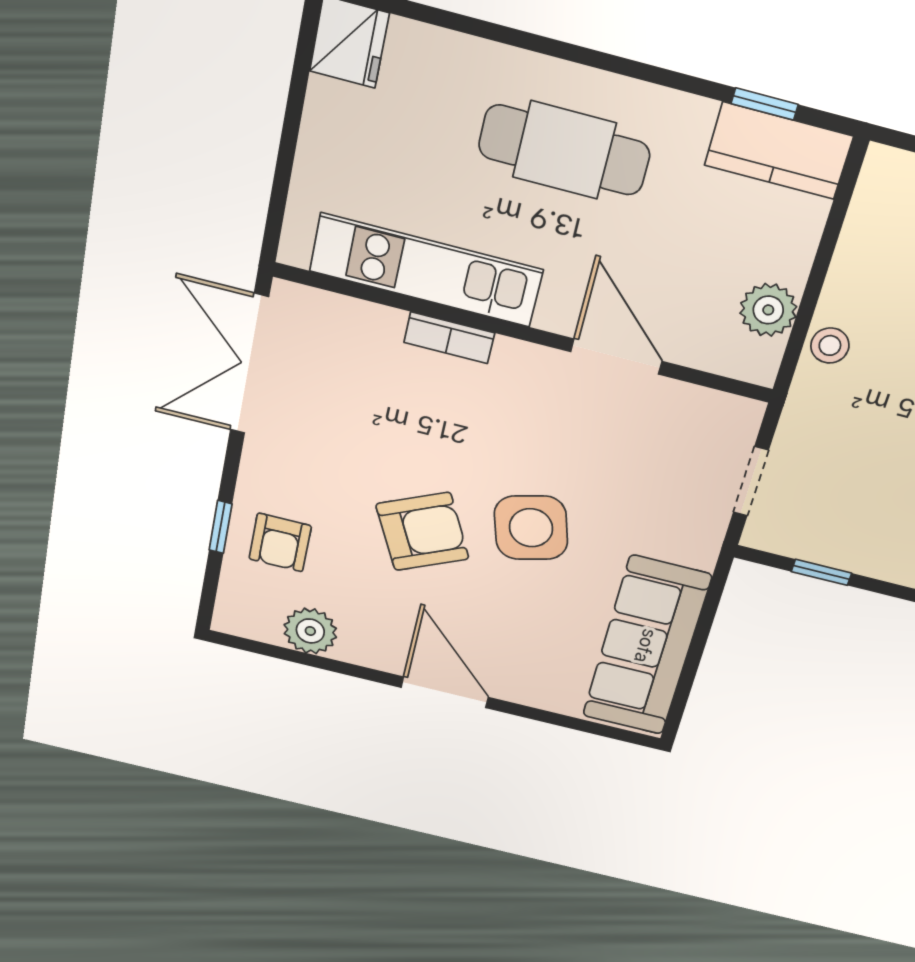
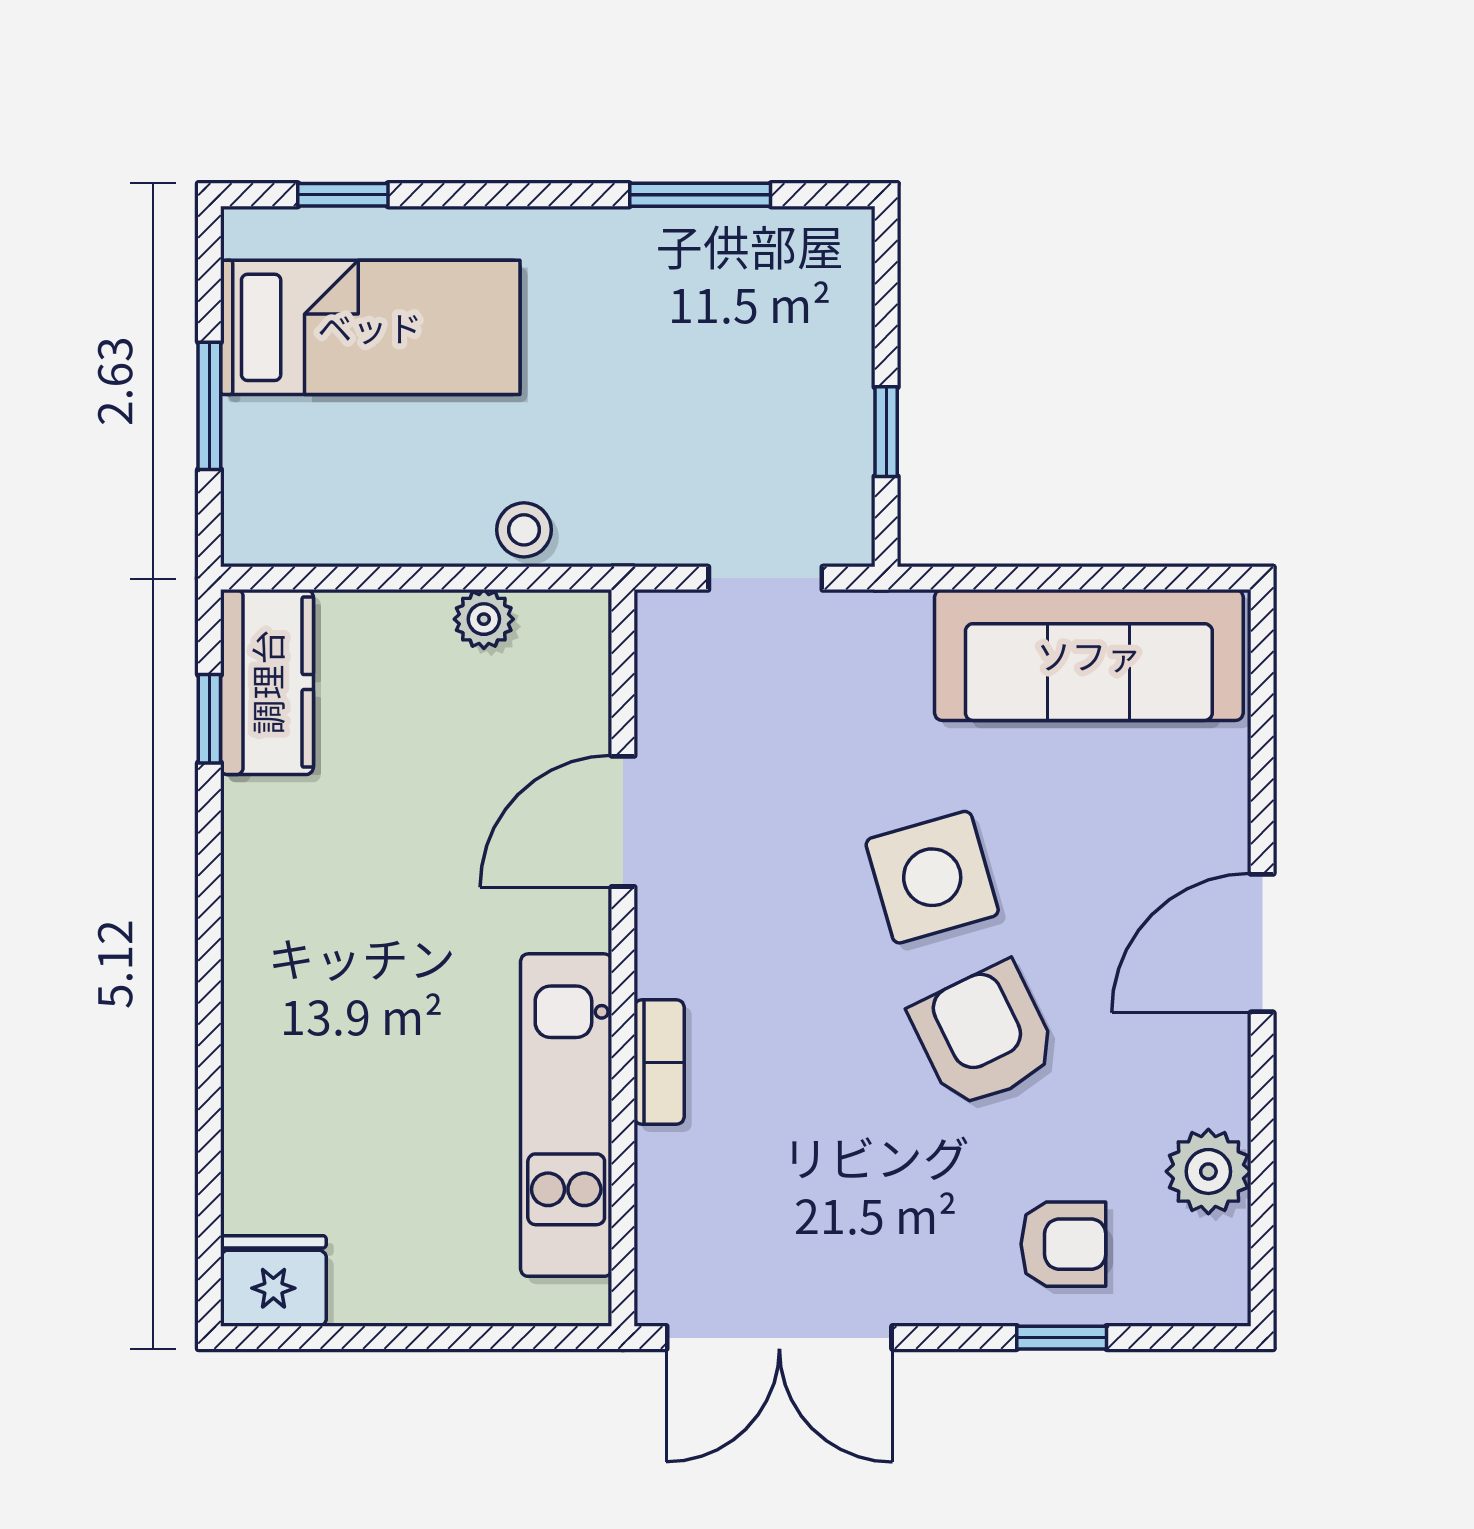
cafe table: (564, 150) -> (343, 966), removed
plant: (768, 310) -> (484, 619), width x0.73, depth x0.73

